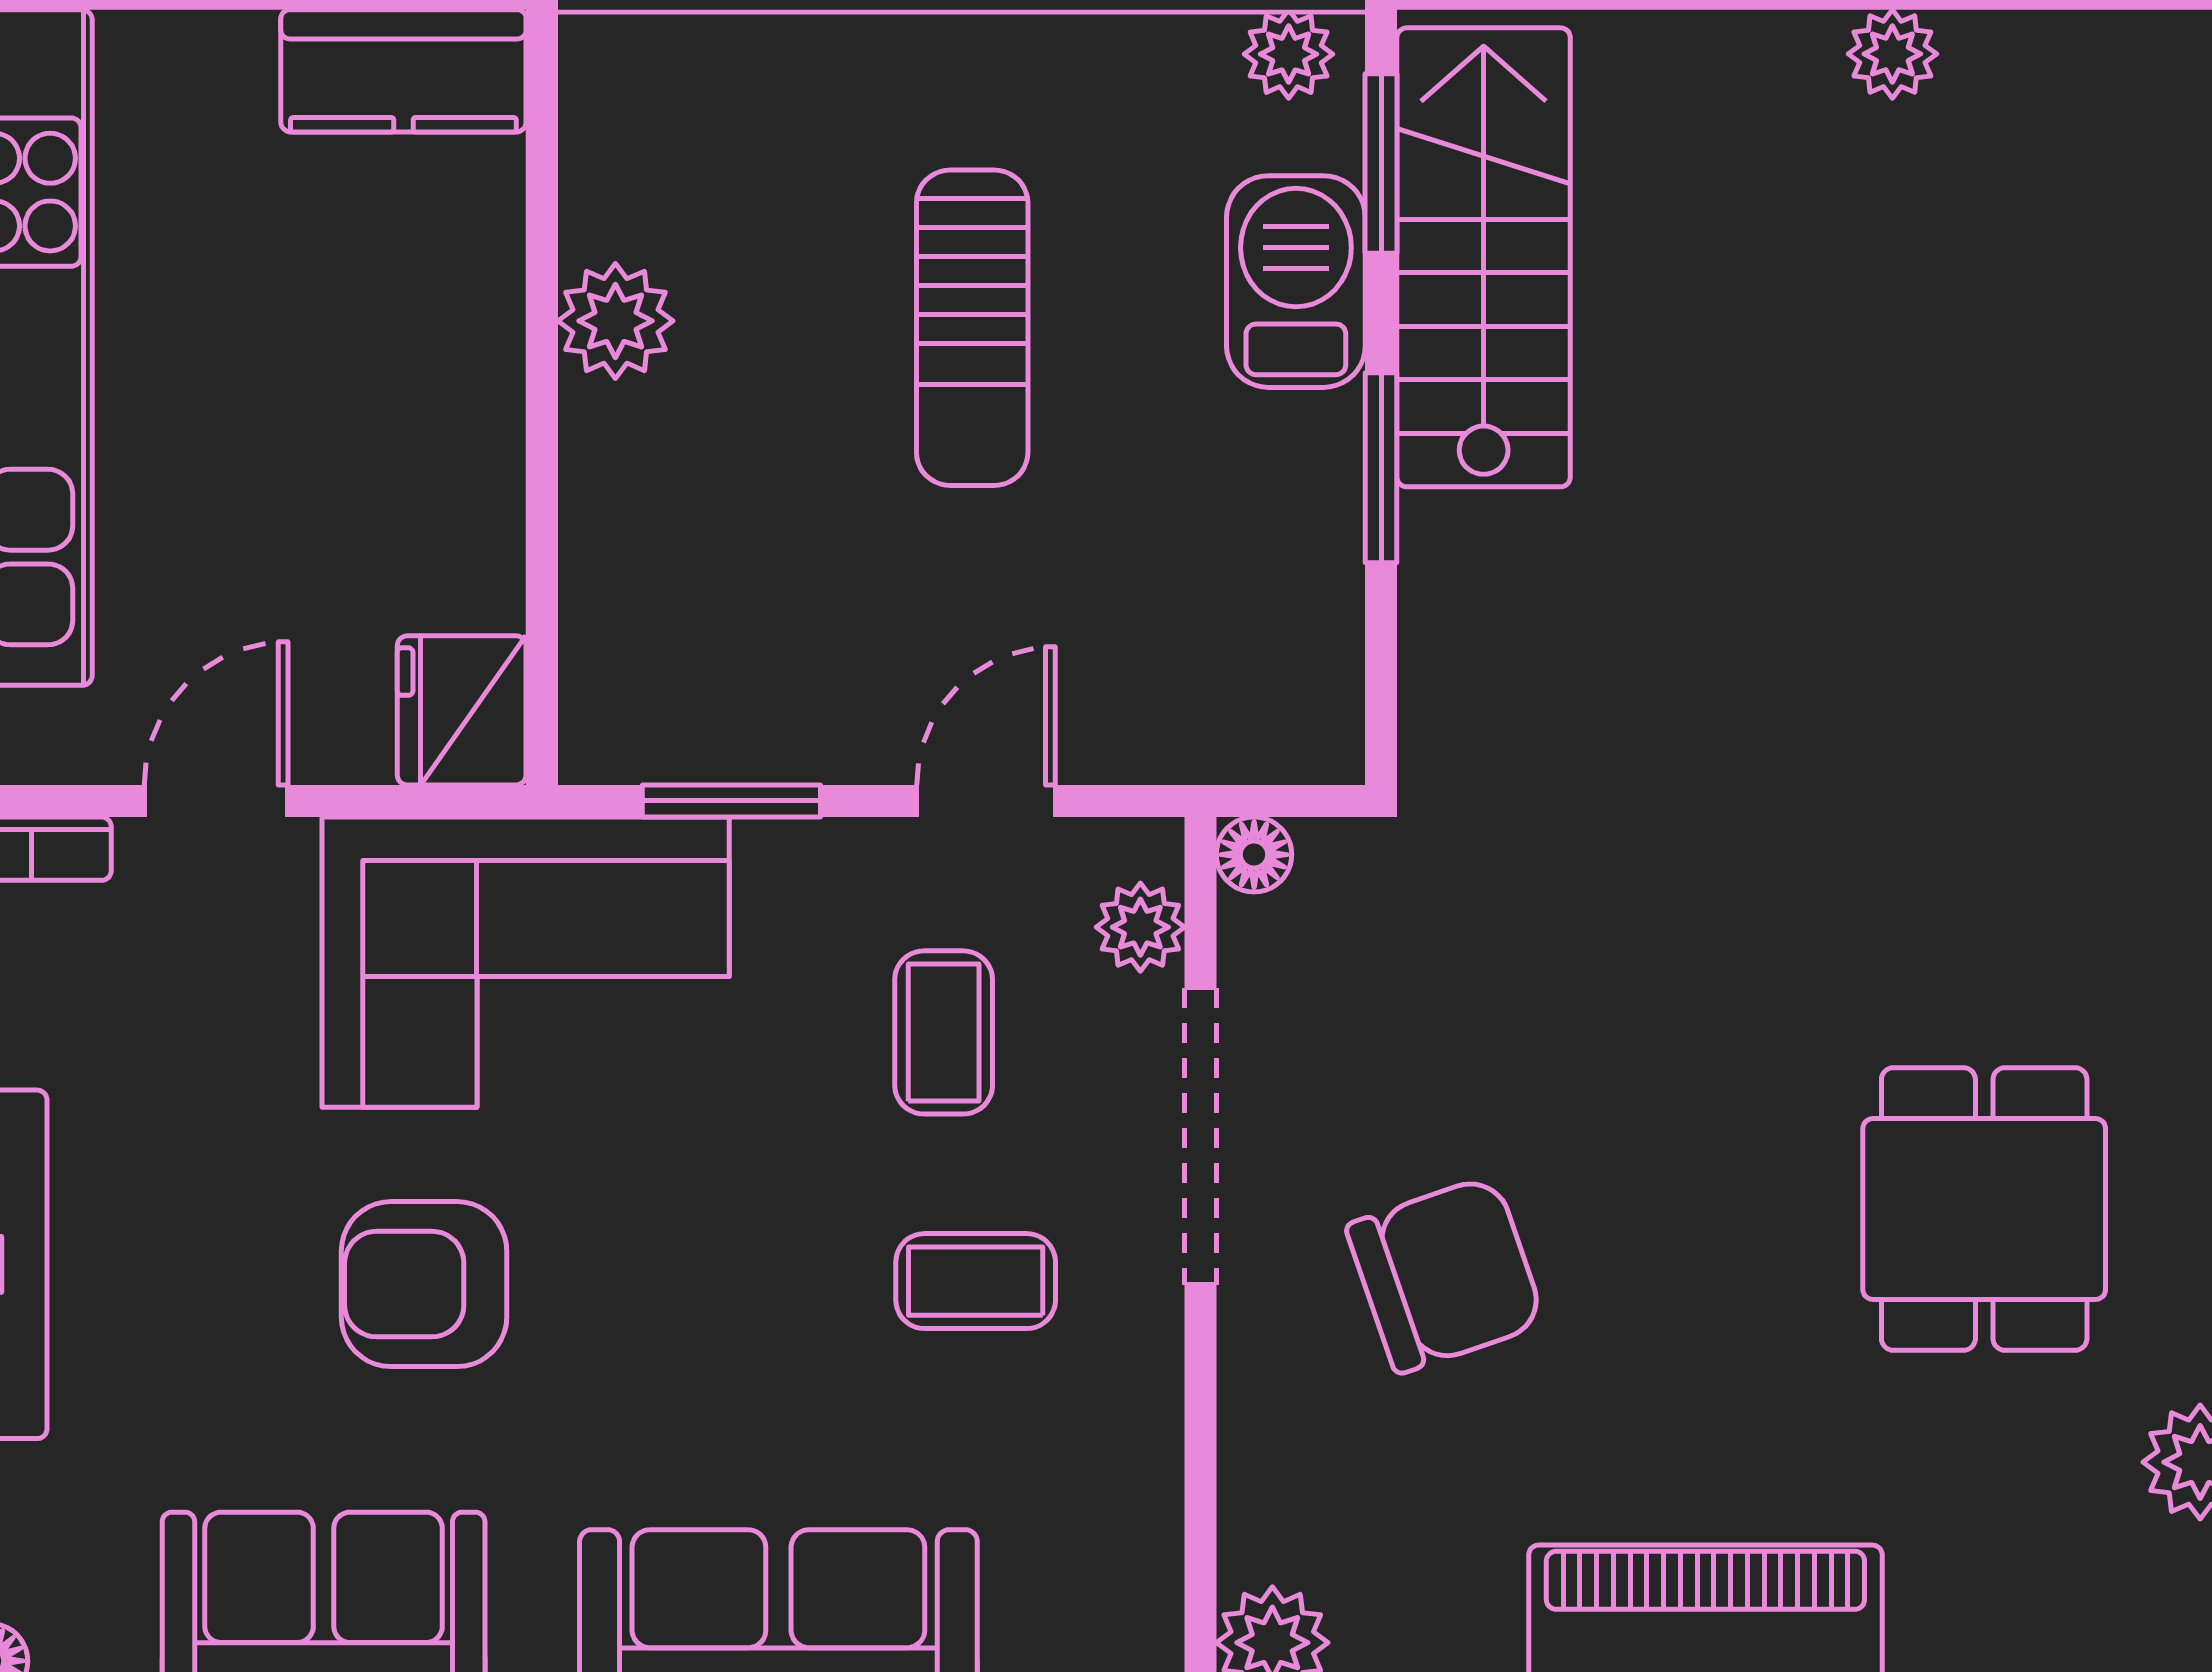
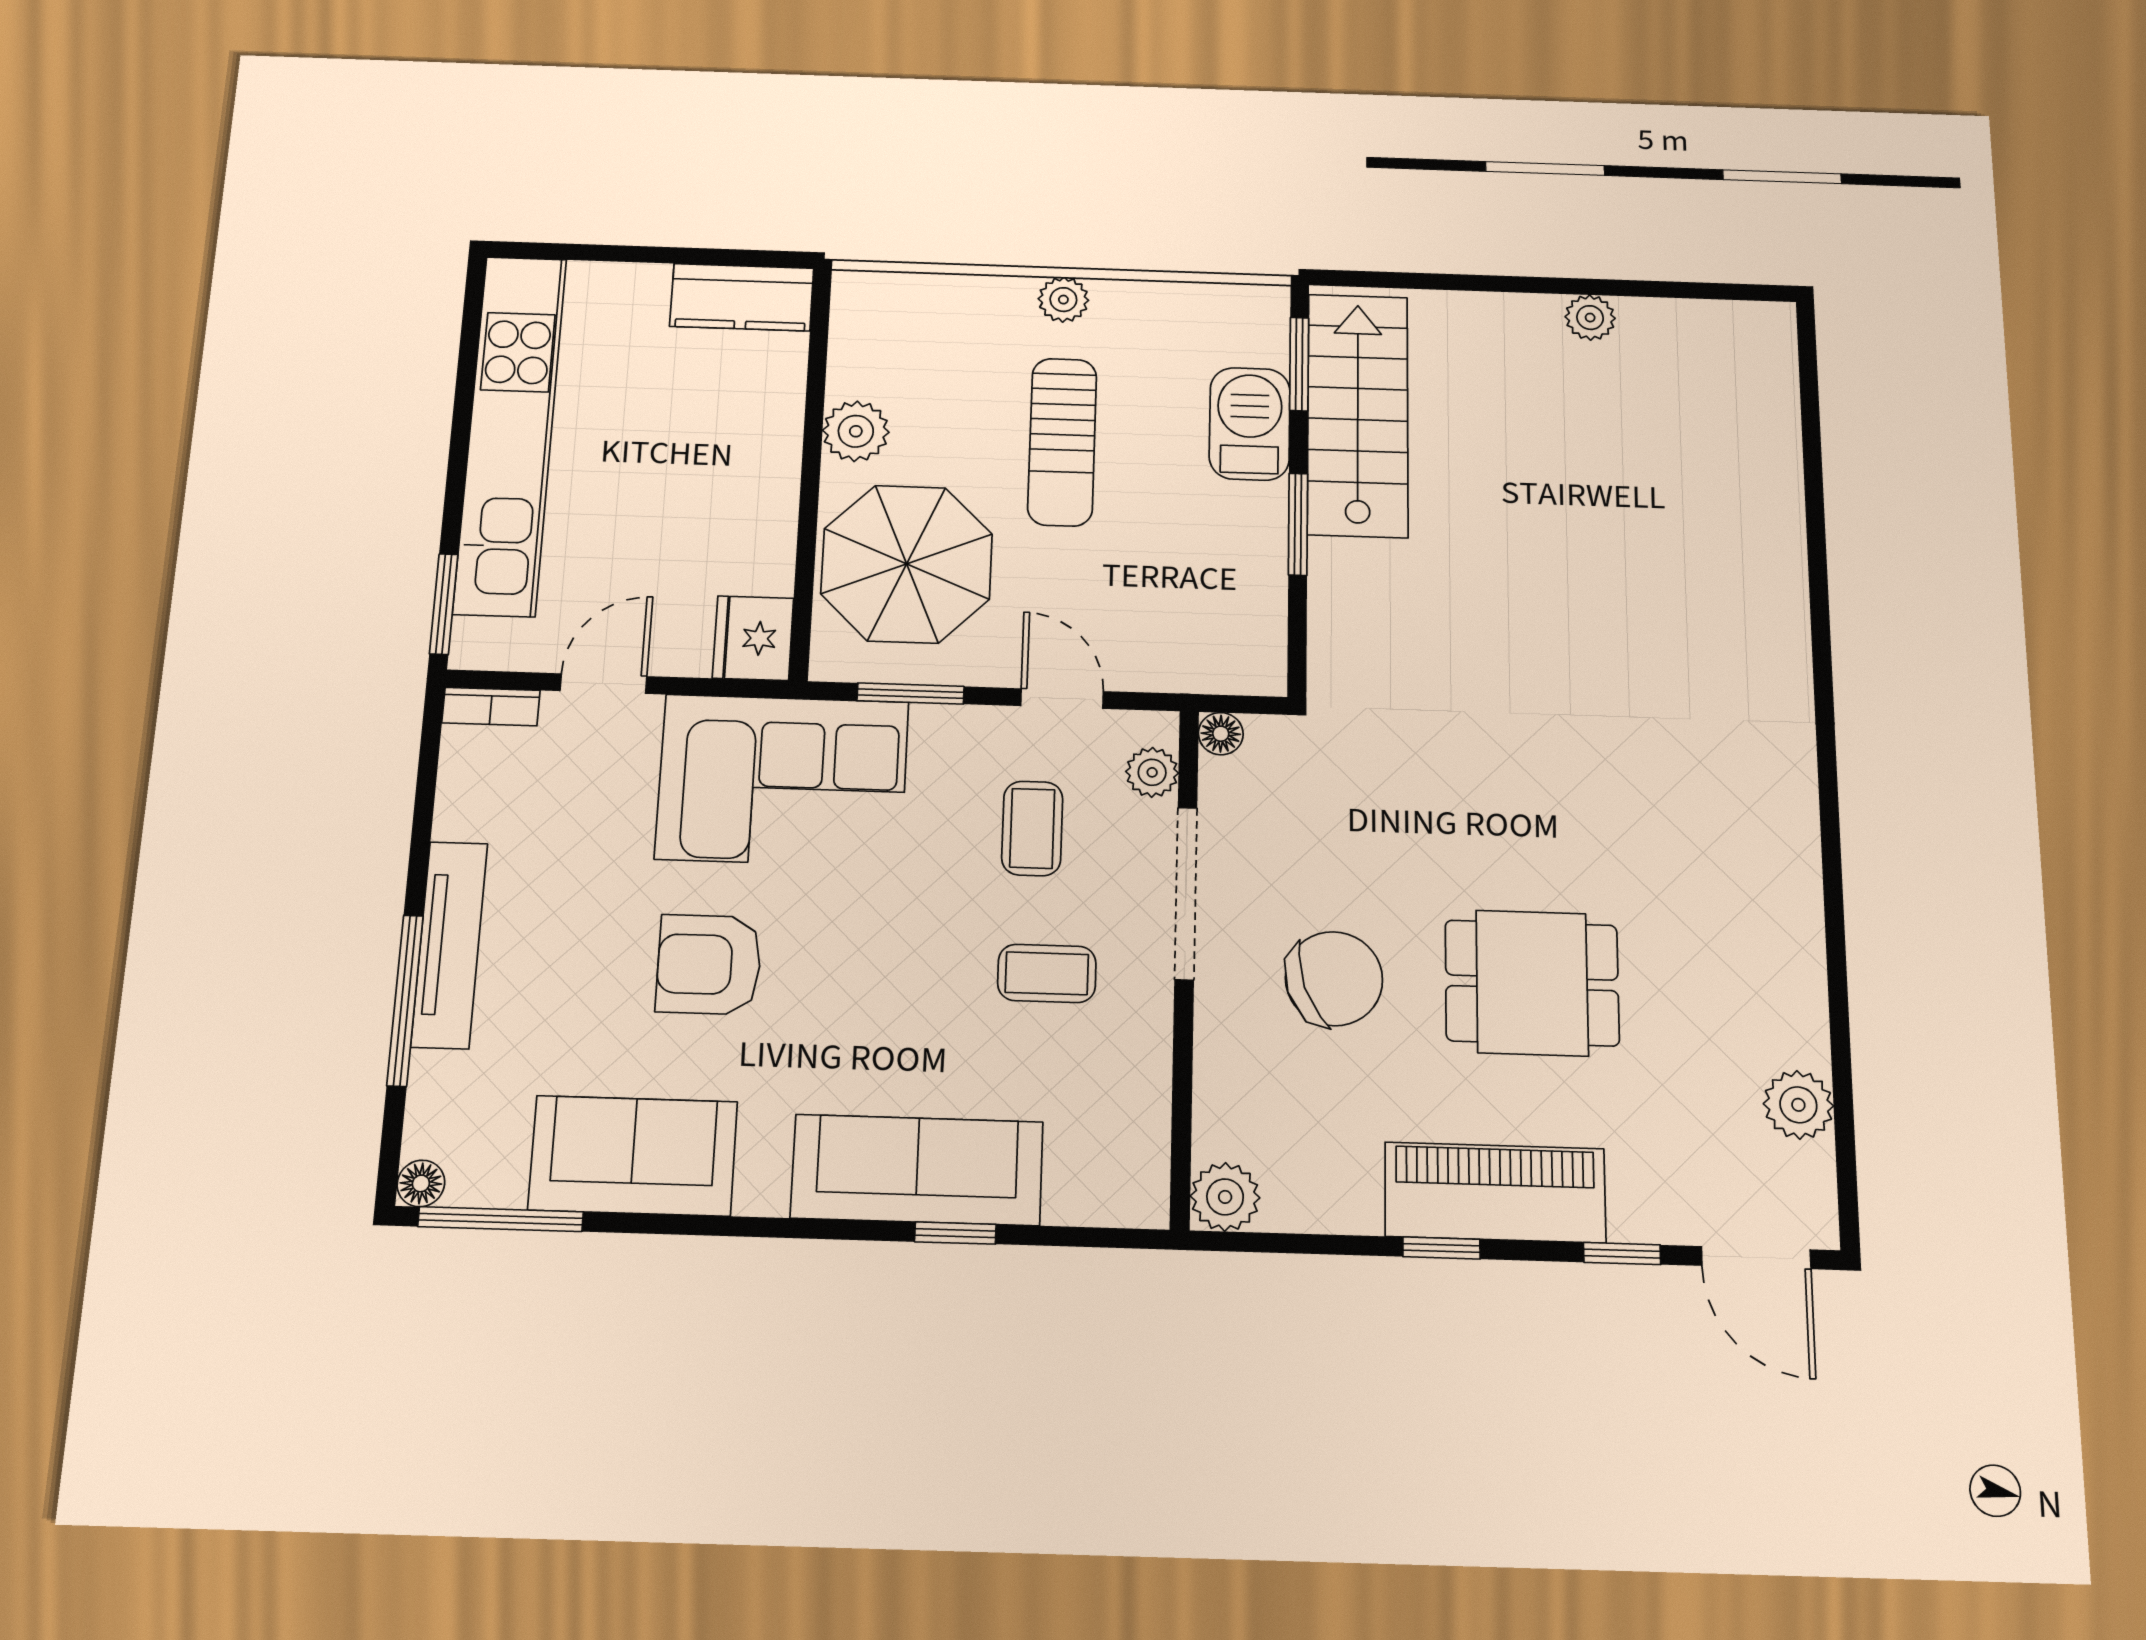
plant: (1289, 54) -> (1063, 300), moved
parasol: (714, 566) -> (907, 564), added
door: (986, 801) -> (1062, 699), hinge flipped
dining table: (1984, 1209) -> (1532, 983), moved, turned 90

